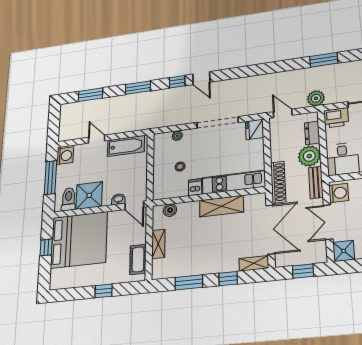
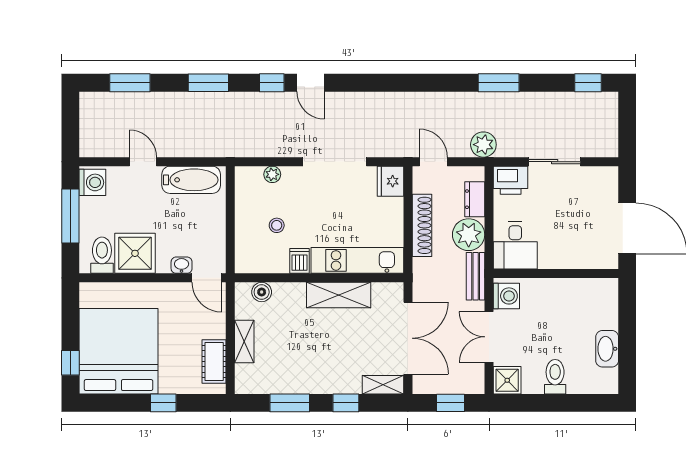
shoe rack: (278, 182) -> (422, 225), moved
bed: (79, 240) -> (119, 351), moved, turned -90
window: (46, 247) -> (70, 363), moved

